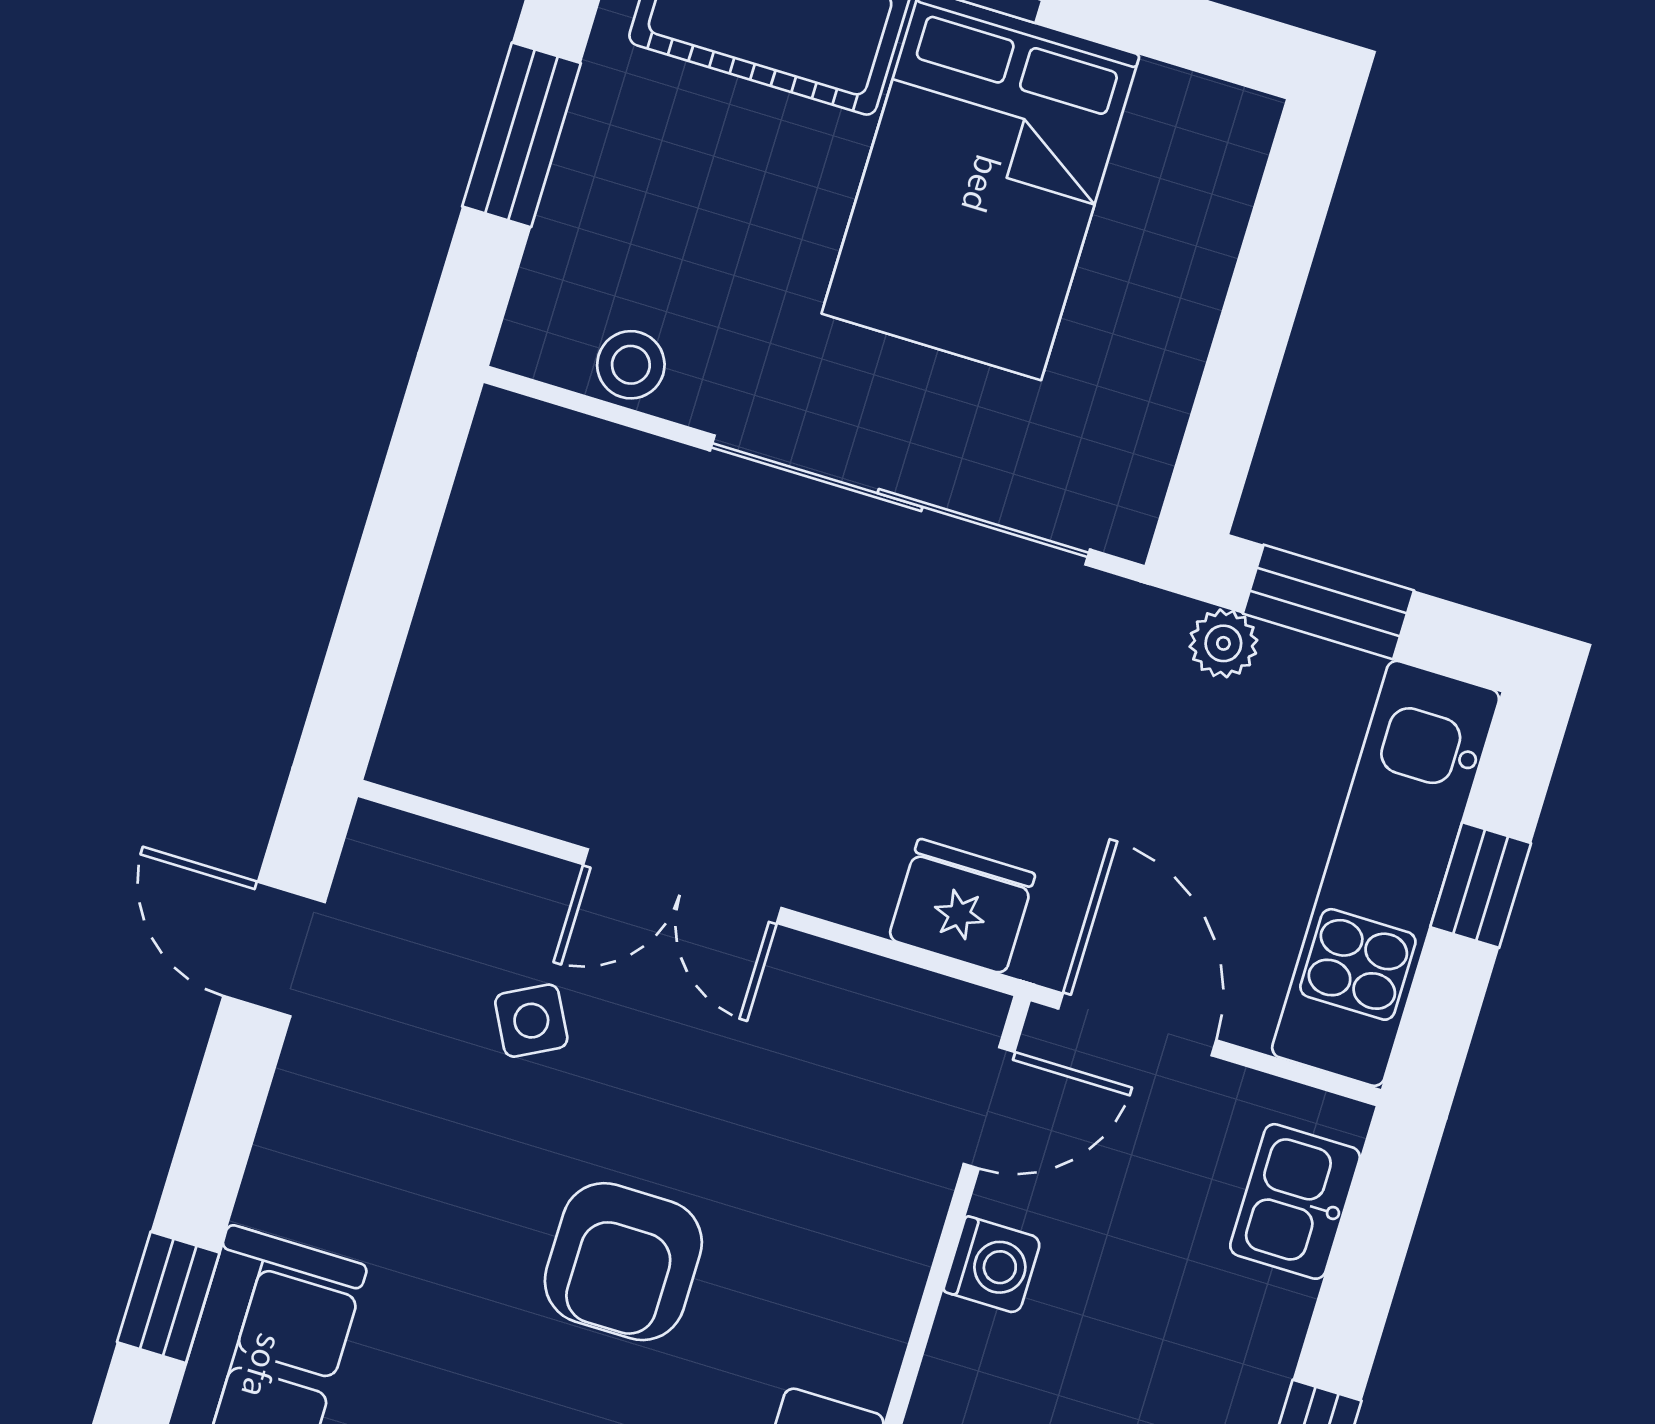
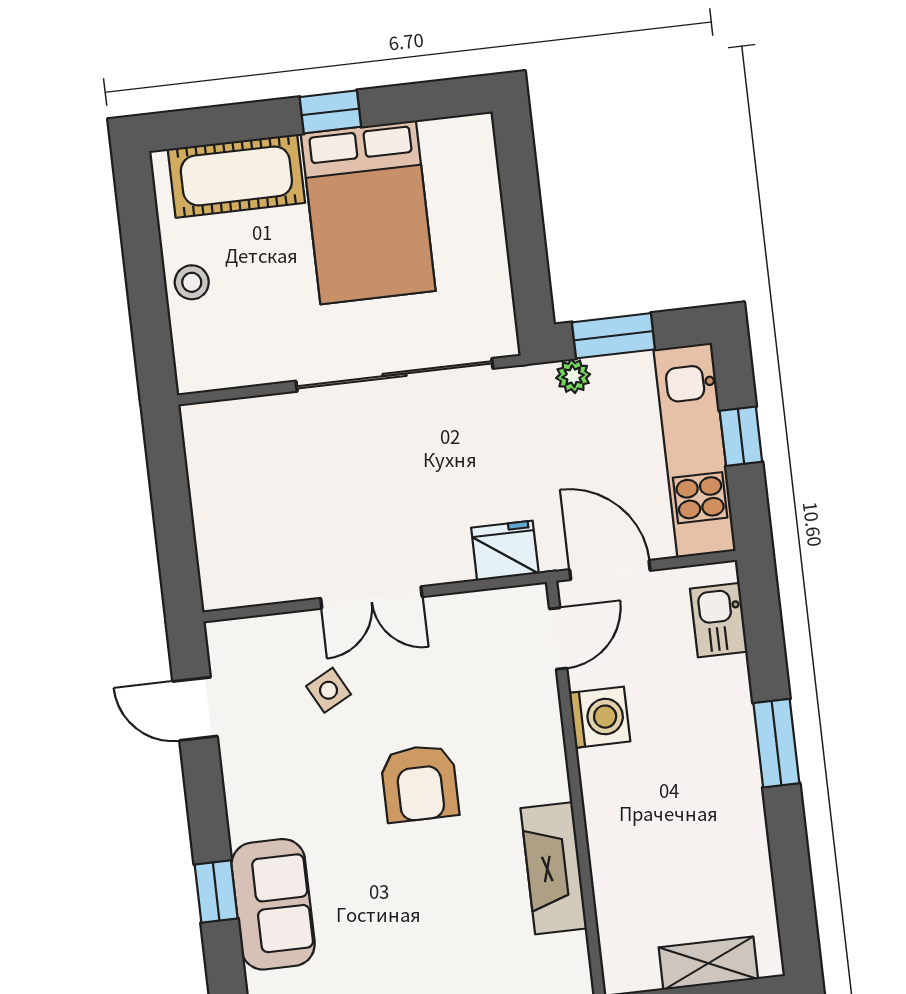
window: (521, 135) -> (146, 282), removed
stool: (631, 365) -> (192, 282), moved
washing machine: (992, 1265) -> (600, 717), width x1.38, depth x1.38

